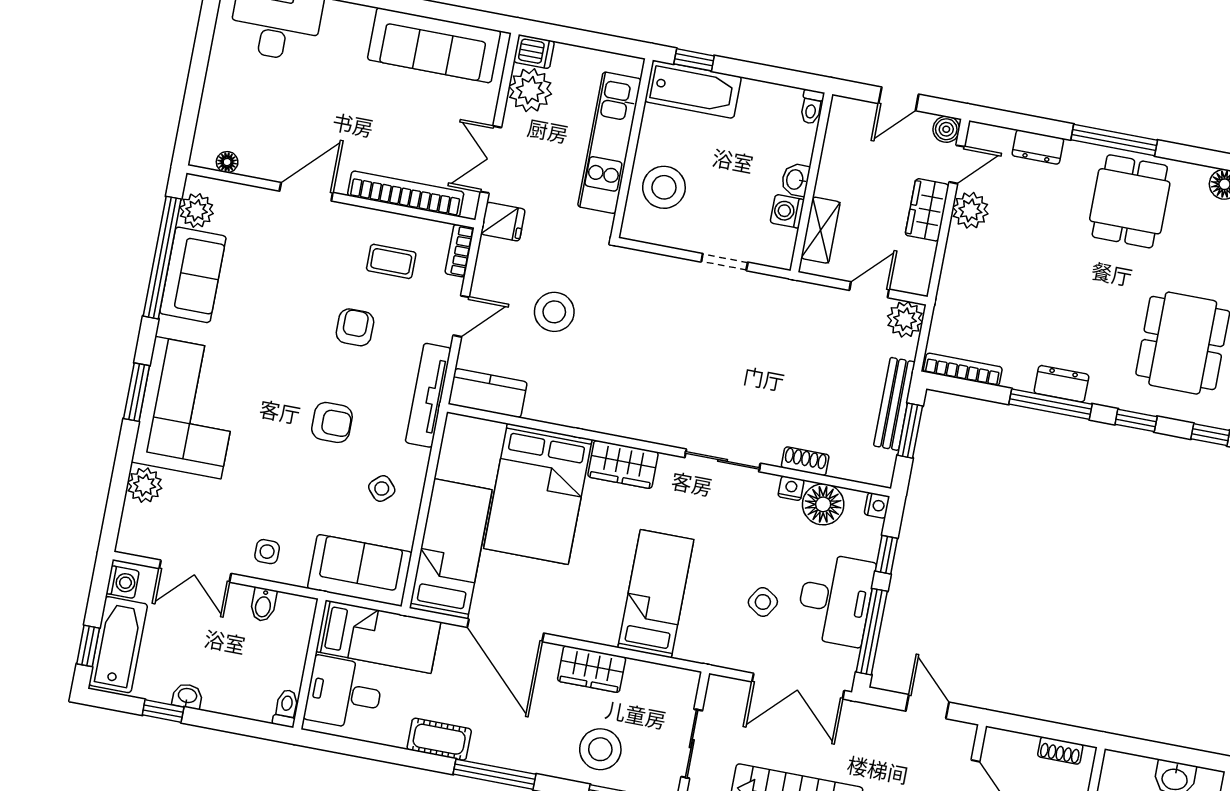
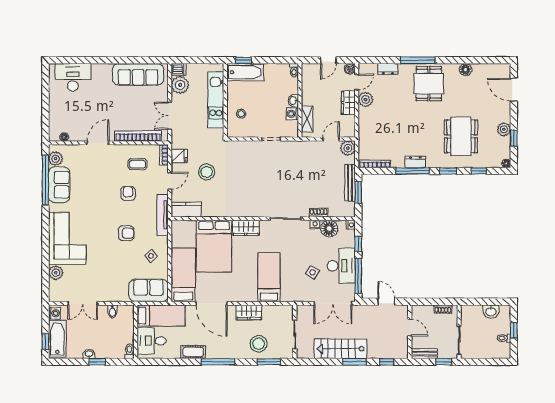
stool: (664, 187) -> (241, 114), width x0.53, depth x0.53
fridge: (503, 222) -> (179, 156), moved
window: (137, 392) -> (45, 236), removed
side table: (267, 552) -> (110, 290), removed
window: (163, 711) -> (97, 362), moved

